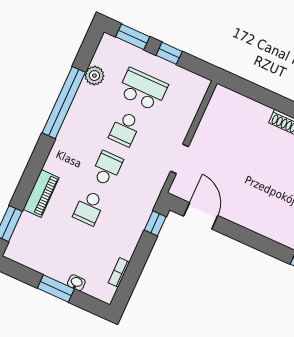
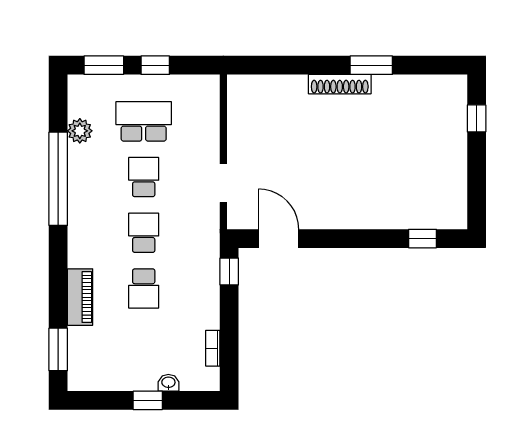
school desk: (125, 129) -> (144, 177), turned 180
window: (56, 289) -> (148, 400), width x0.67

